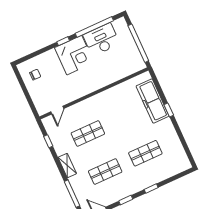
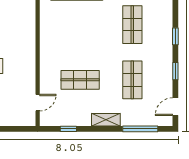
door: (57, 110) -> (38, 103), hinge flipped
shop shelf: (88, 133) -> (80, 80), turned 90

